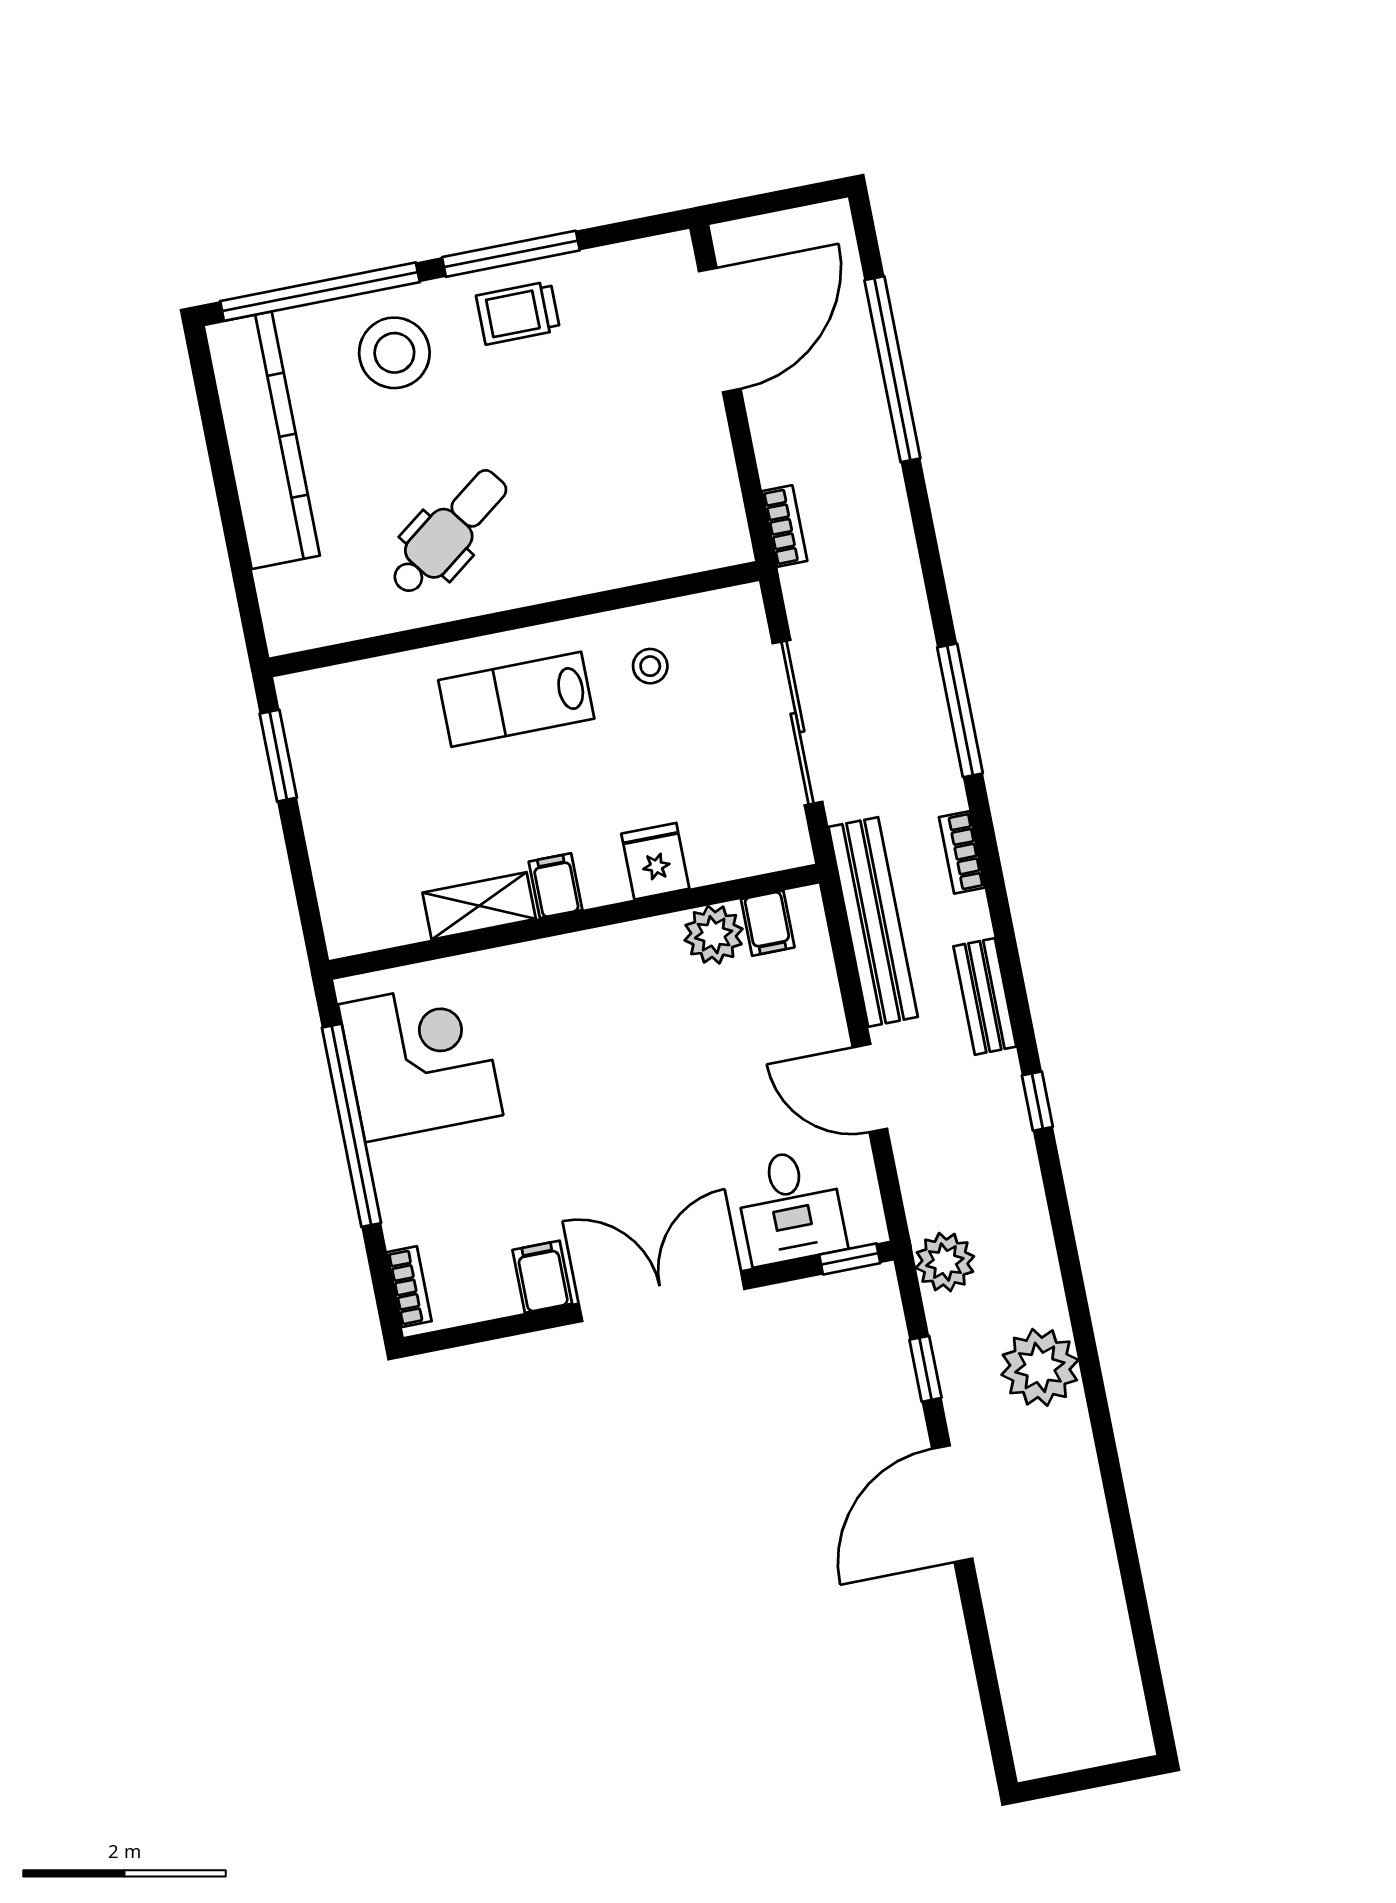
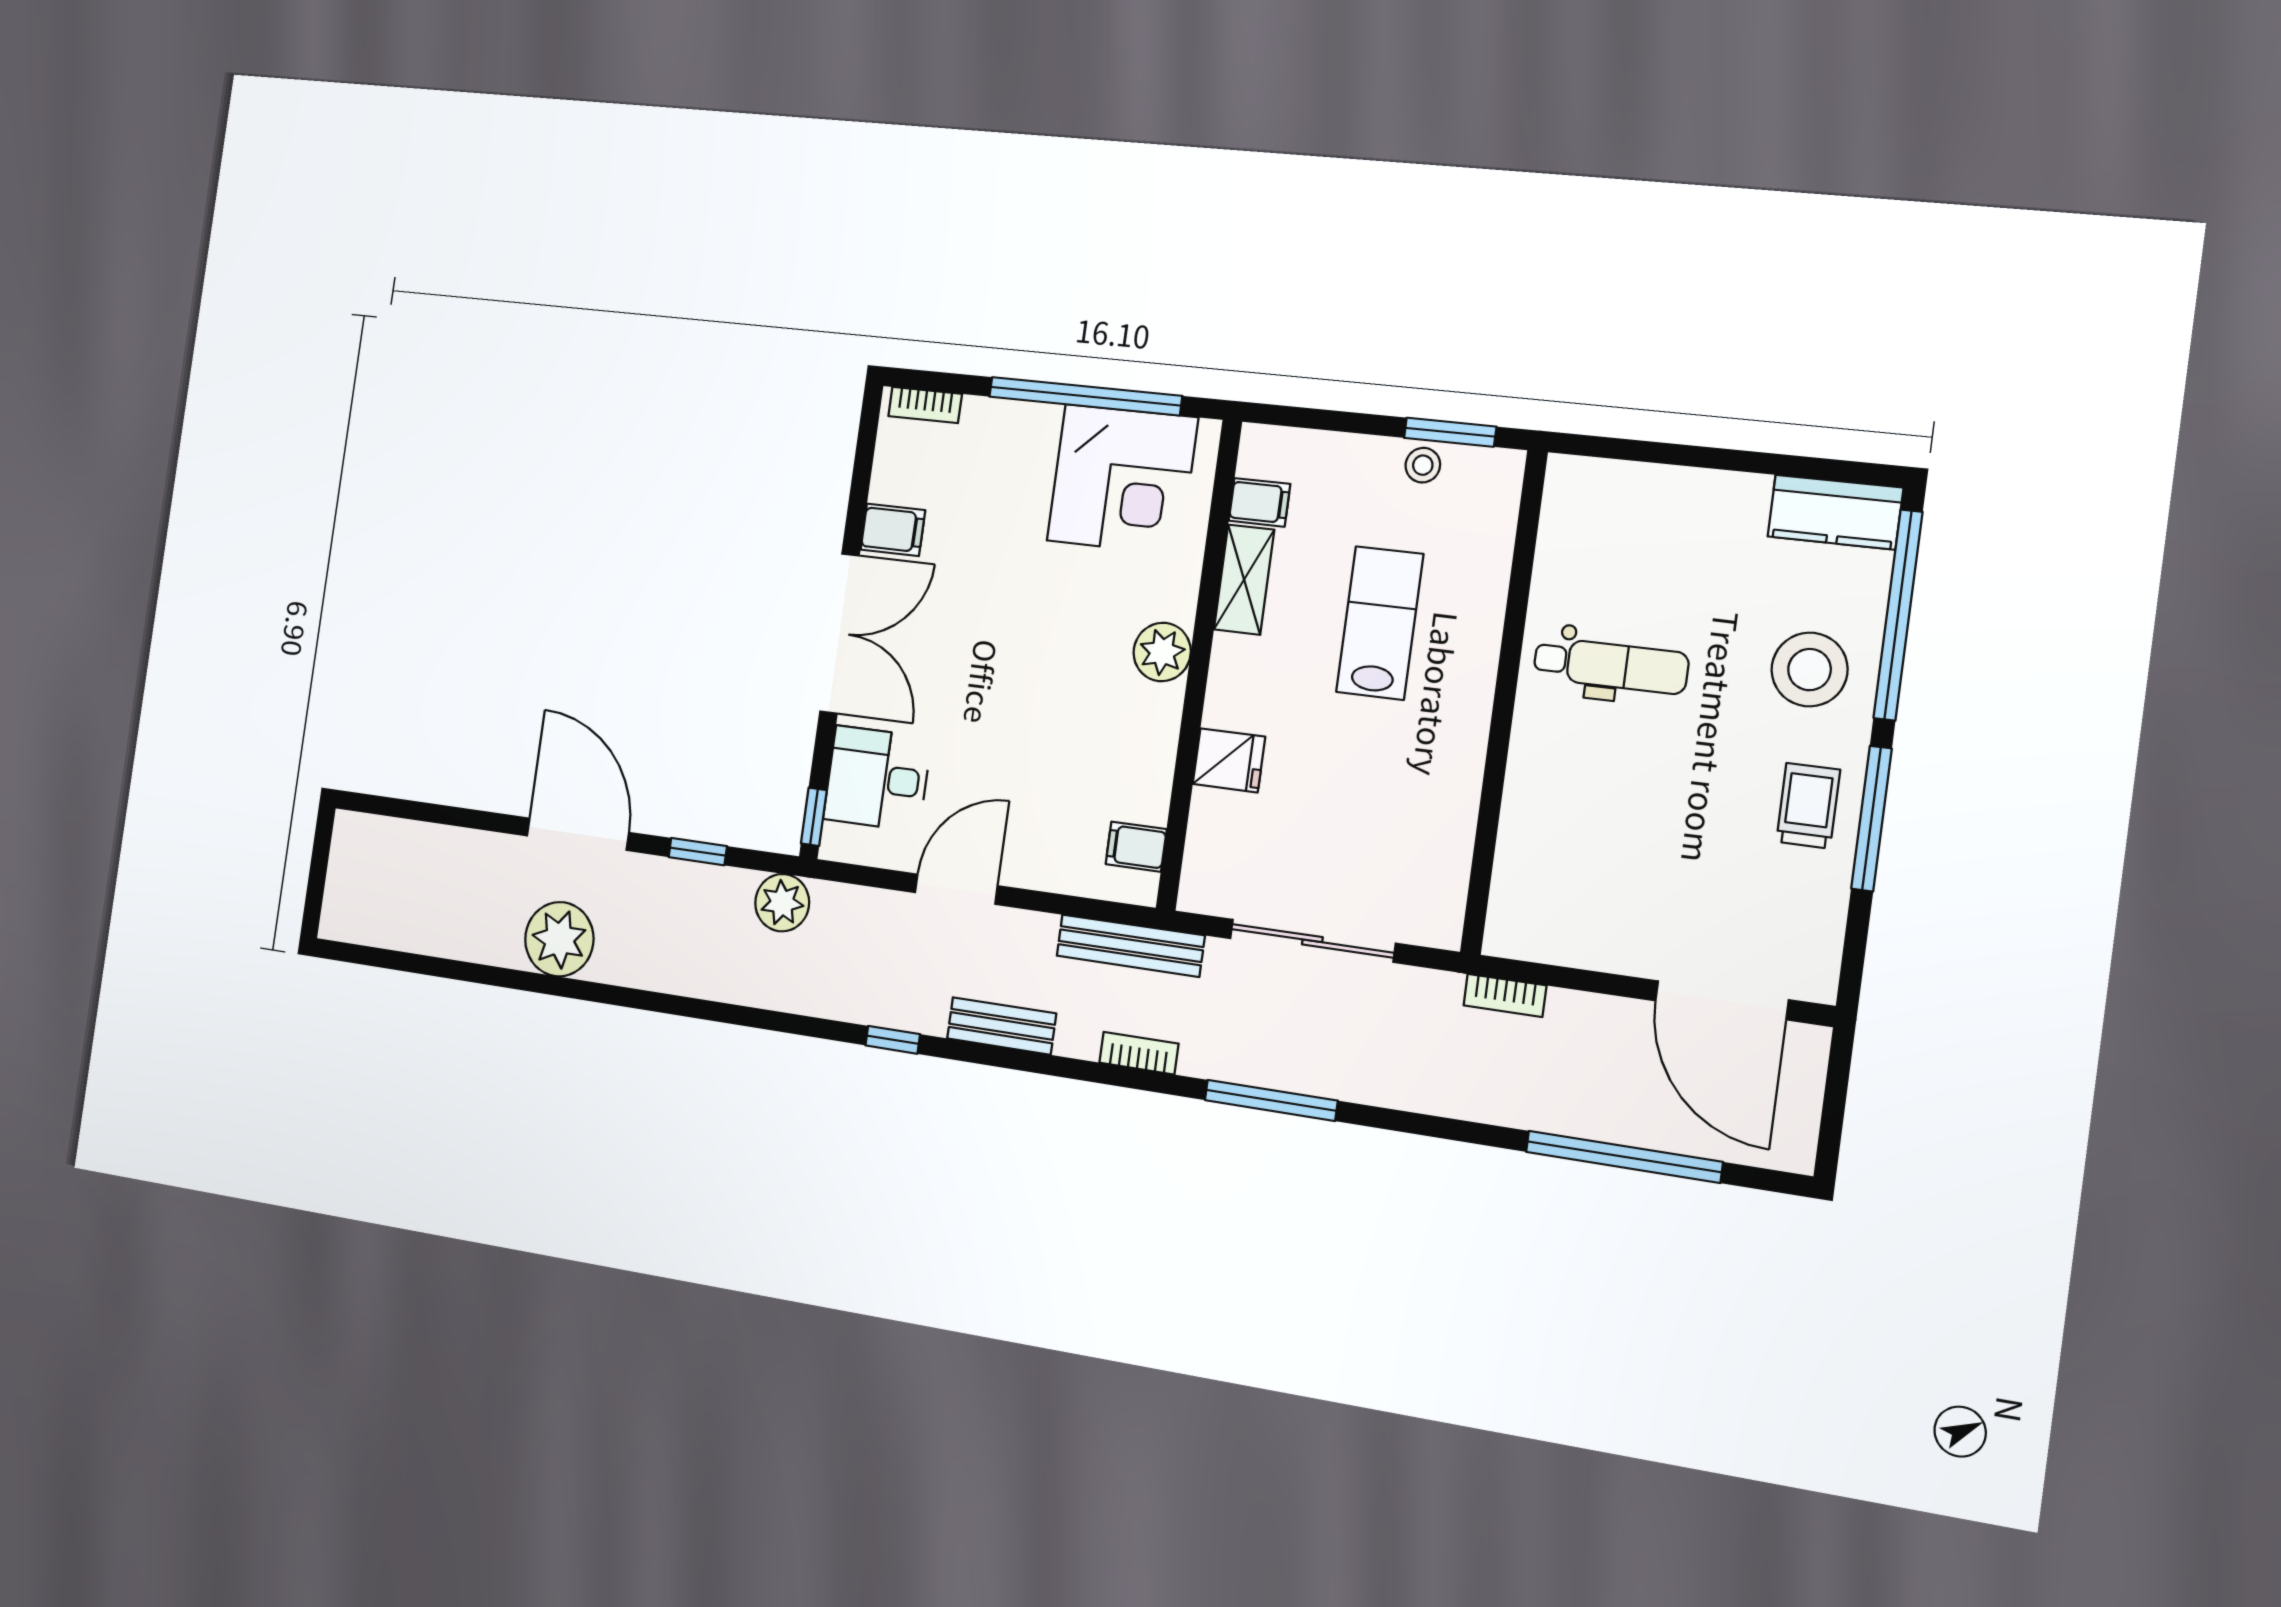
kitchen counter: (262, 440) -> (1835, 512), width x0.48, depth x0.86
dental chair: (449, 532) -> (1611, 665), turned -53
stool: (650, 666) -> (1423, 465), moved
lab bench: (516, 699) -> (1380, 623), moved
filing cabinet: (556, 886) -> (1259, 502), moved
bench: (873, 922) -> (1130, 946), width x0.73, depth x0.82
plant: (714, 935) -> (1162, 652), moved
plant: (1040, 1367) -> (559, 939), moved

